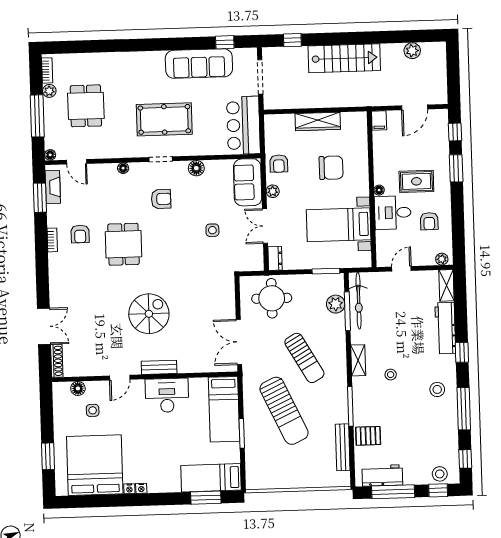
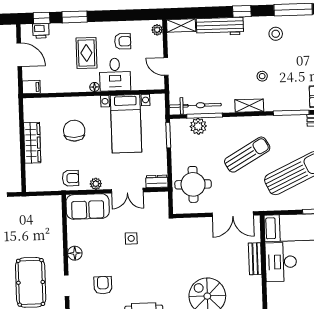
bar counter: (243, 125) -> (36, 210), removed
printer: (441, 131) -> (41, 31), added
bench: (159, 367) -> (255, 259), moved
desk: (167, 395) -> (281, 262), moved

